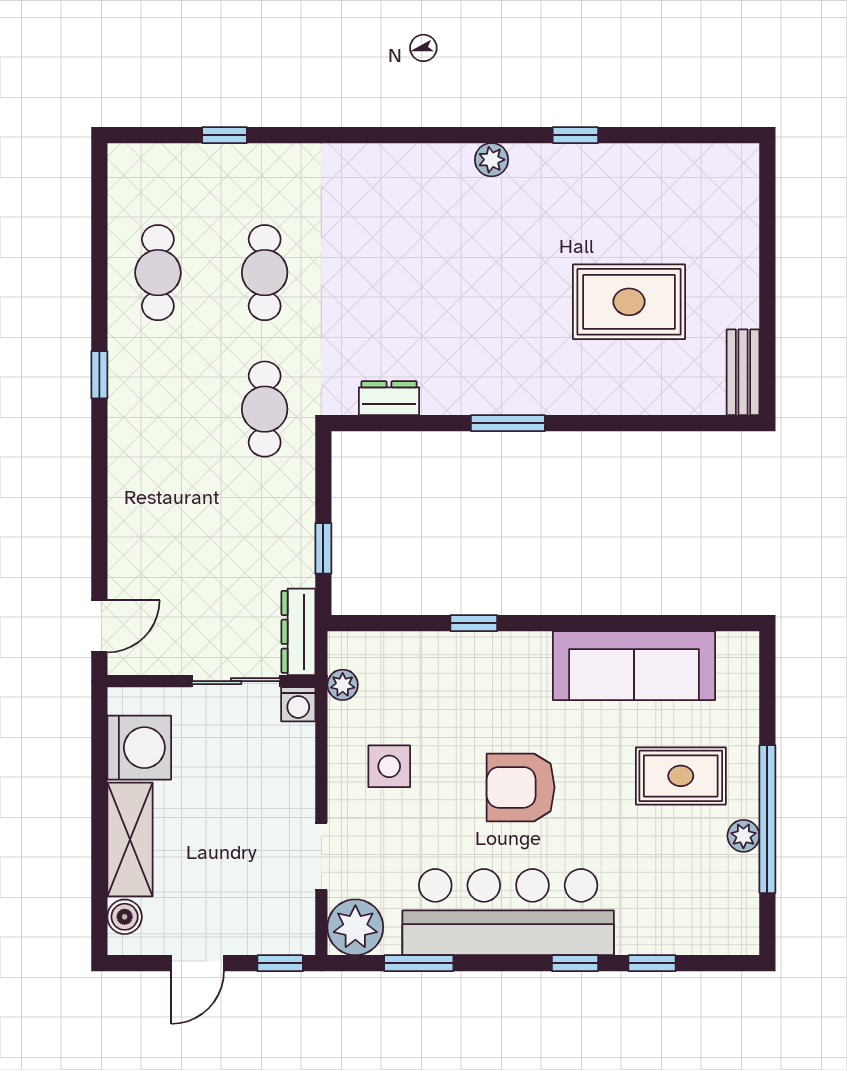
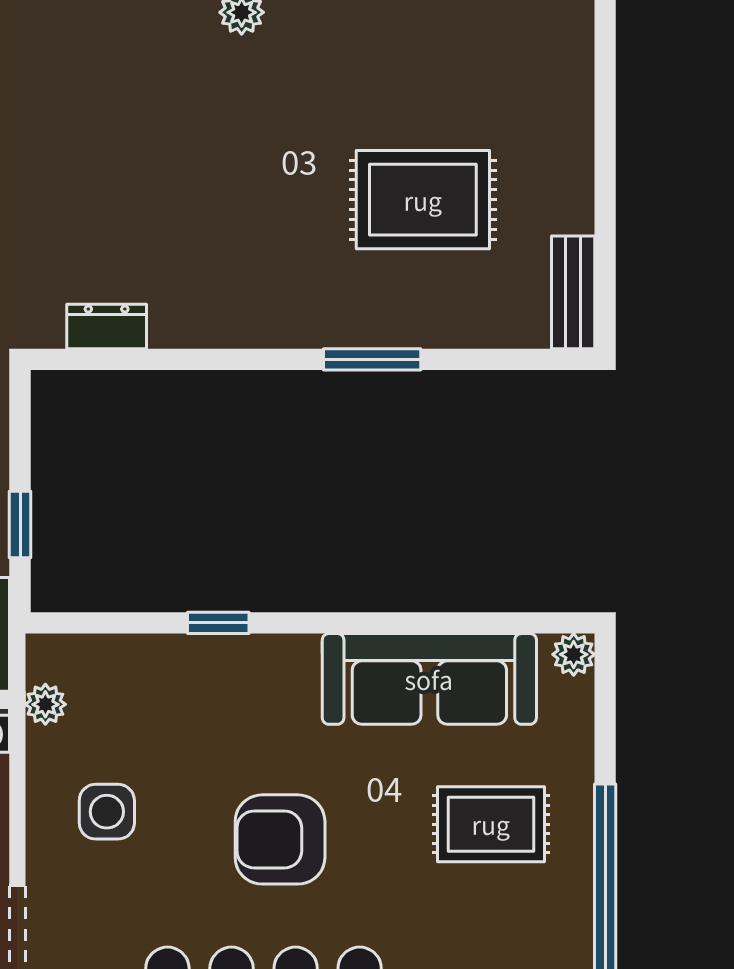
window: (508, 423) -> (372, 359), moved
plant: (743, 836) -> (574, 654), moved

